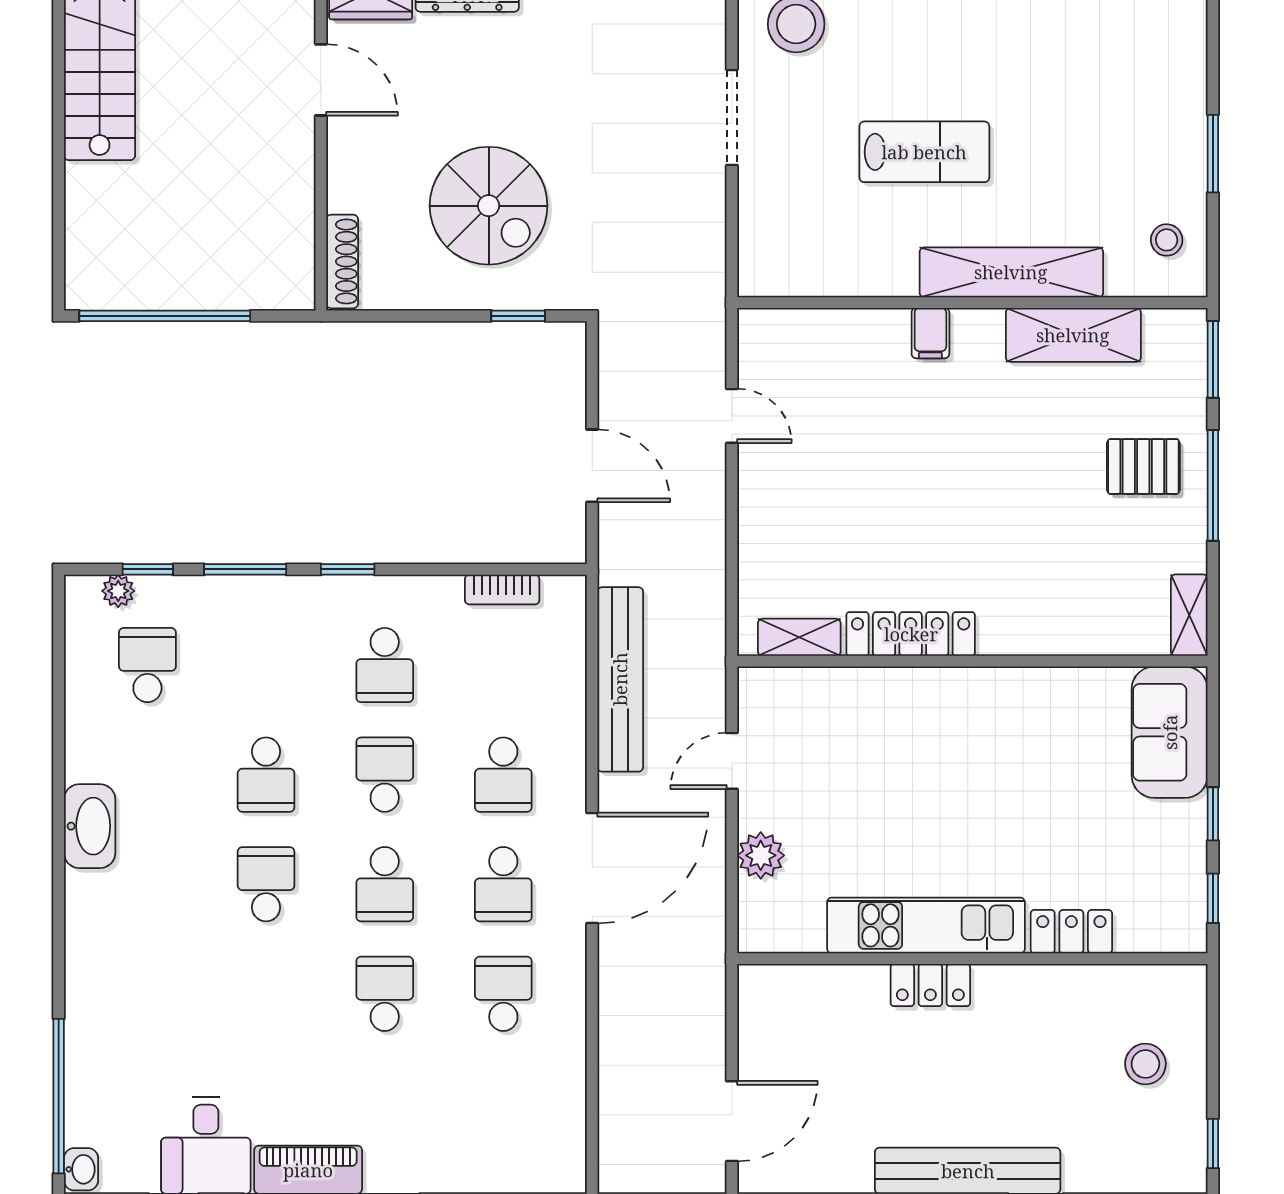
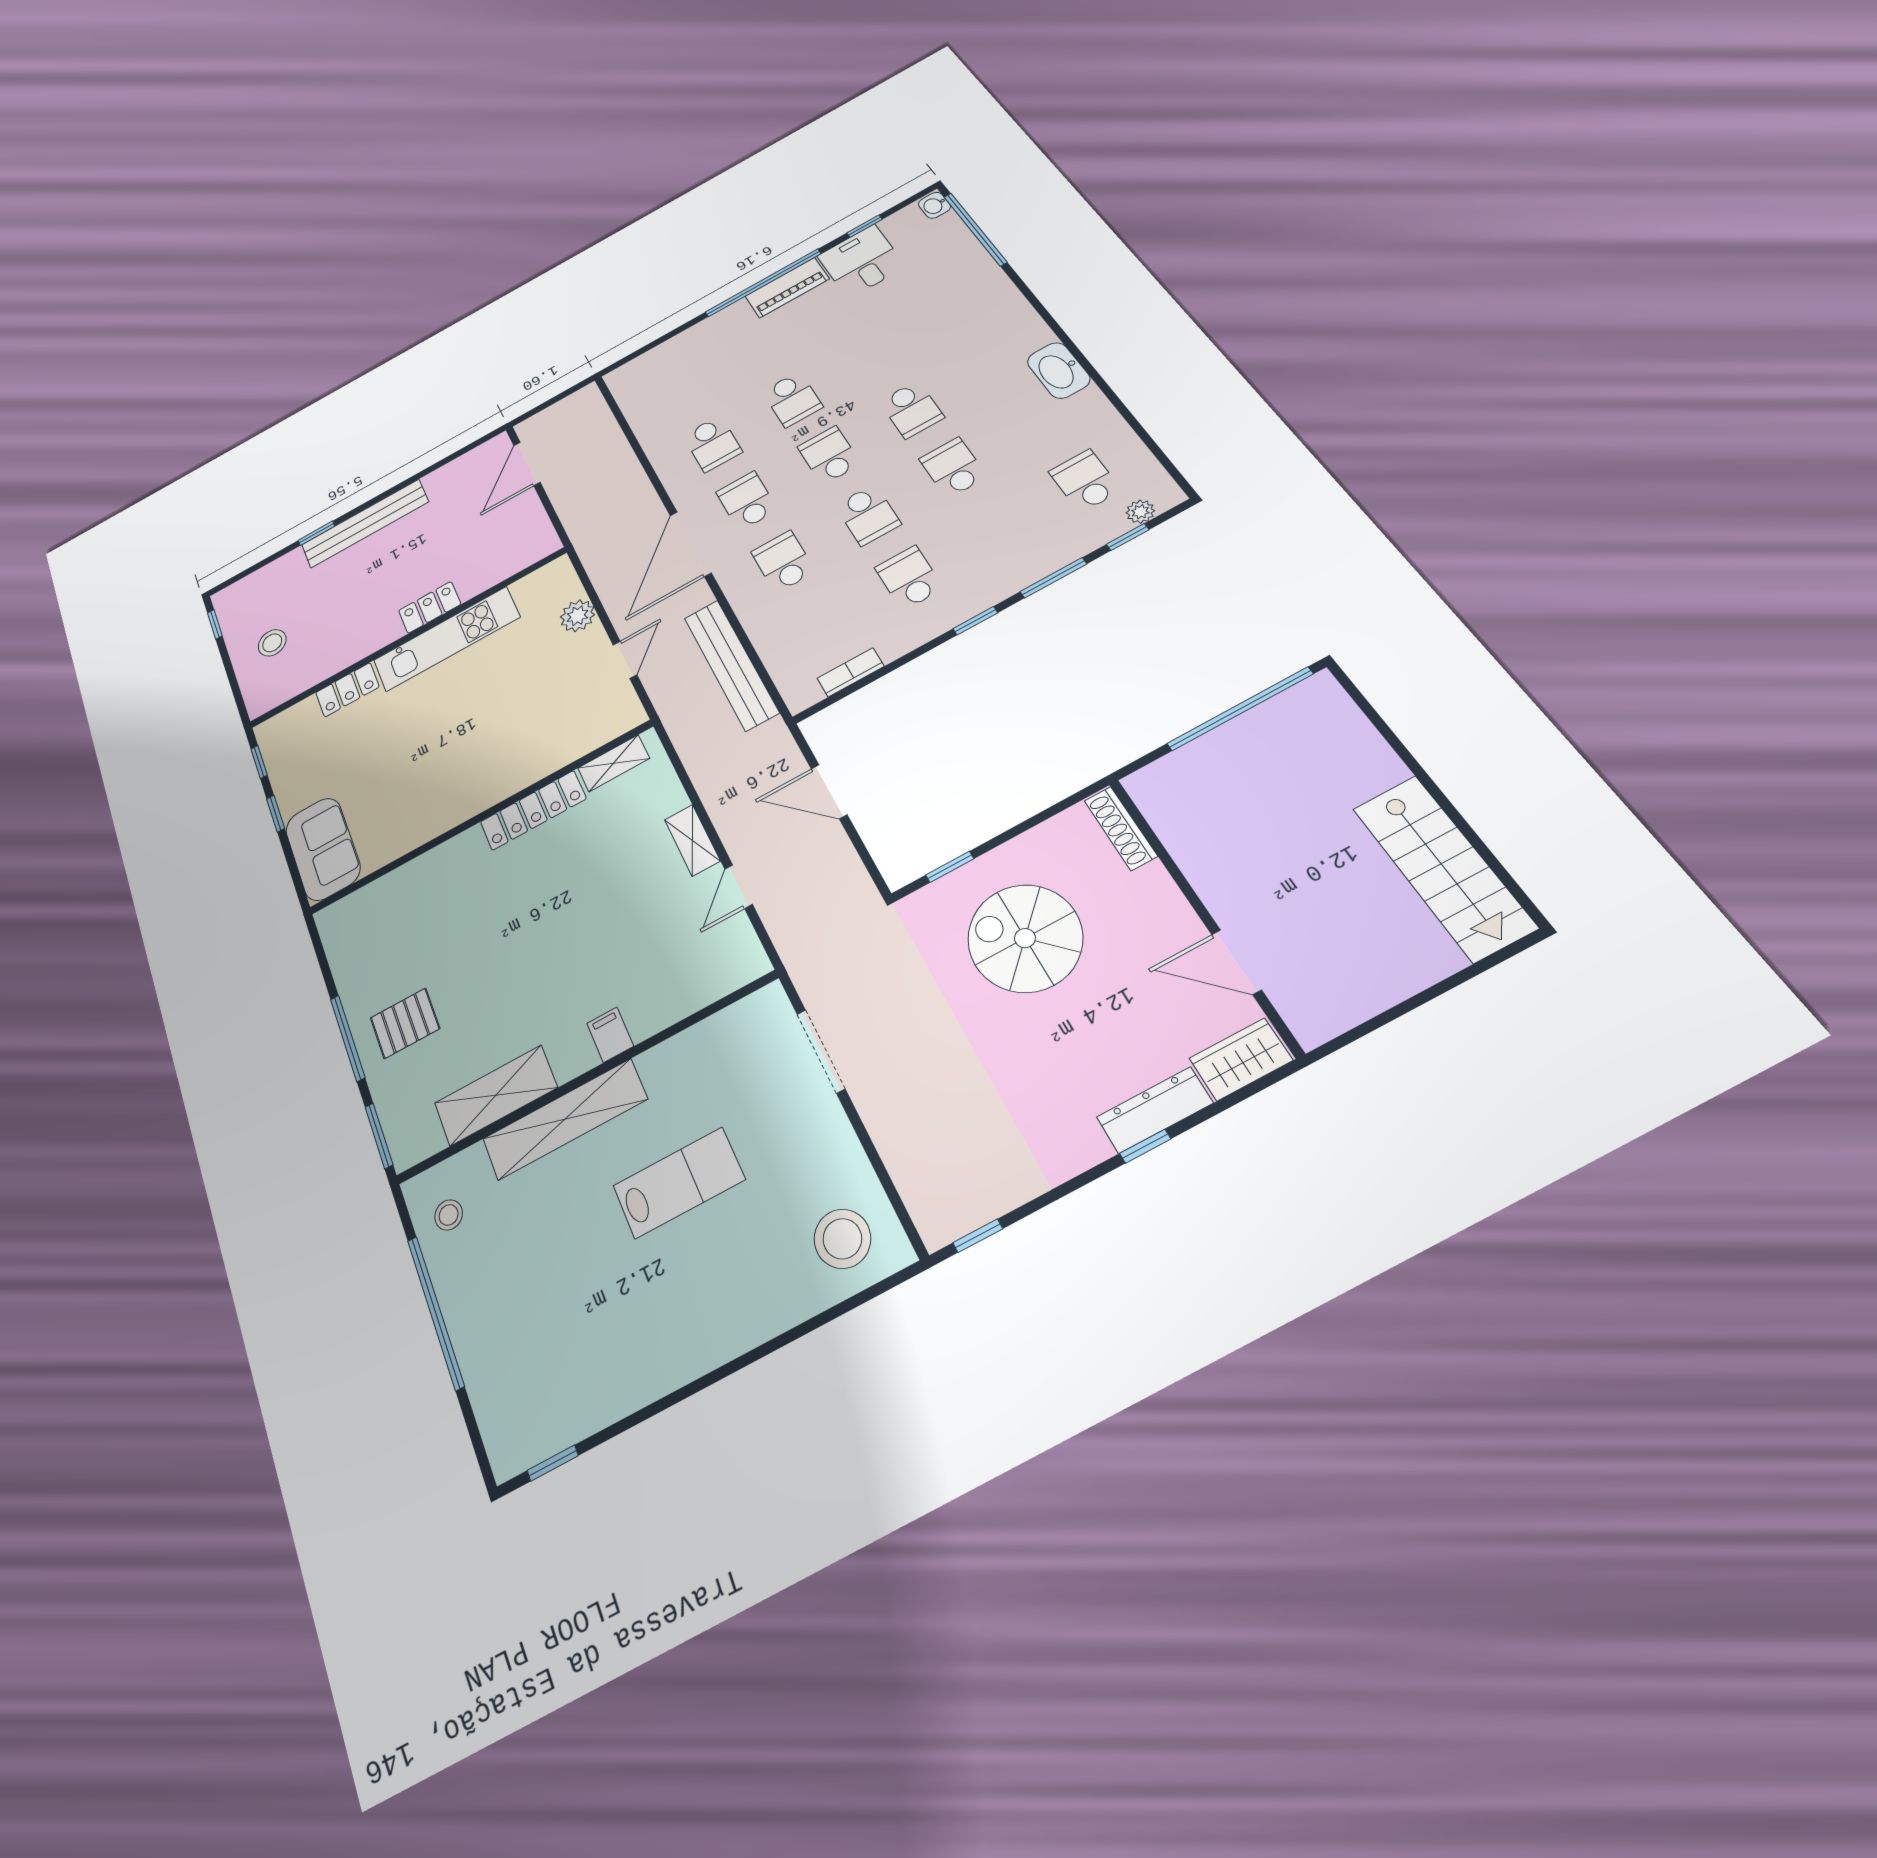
doorway: (732, 118) -> (821, 1051), moved
lab bench: (924, 152) -> (679, 1183), turned 180
window: (1213, 154) -> (435, 1312), width x2.11
door: (732, 416) -> (739, 887), hinge flipped
shelving: (1189, 615) -> (692, 840), moved
school desk: (147, 665) -> (1085, 481), turned 180

